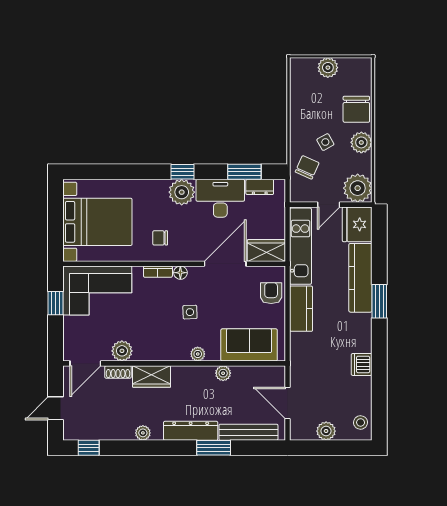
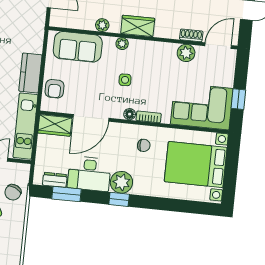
wardrobe: (152, 377) -> (138, 26), moved

